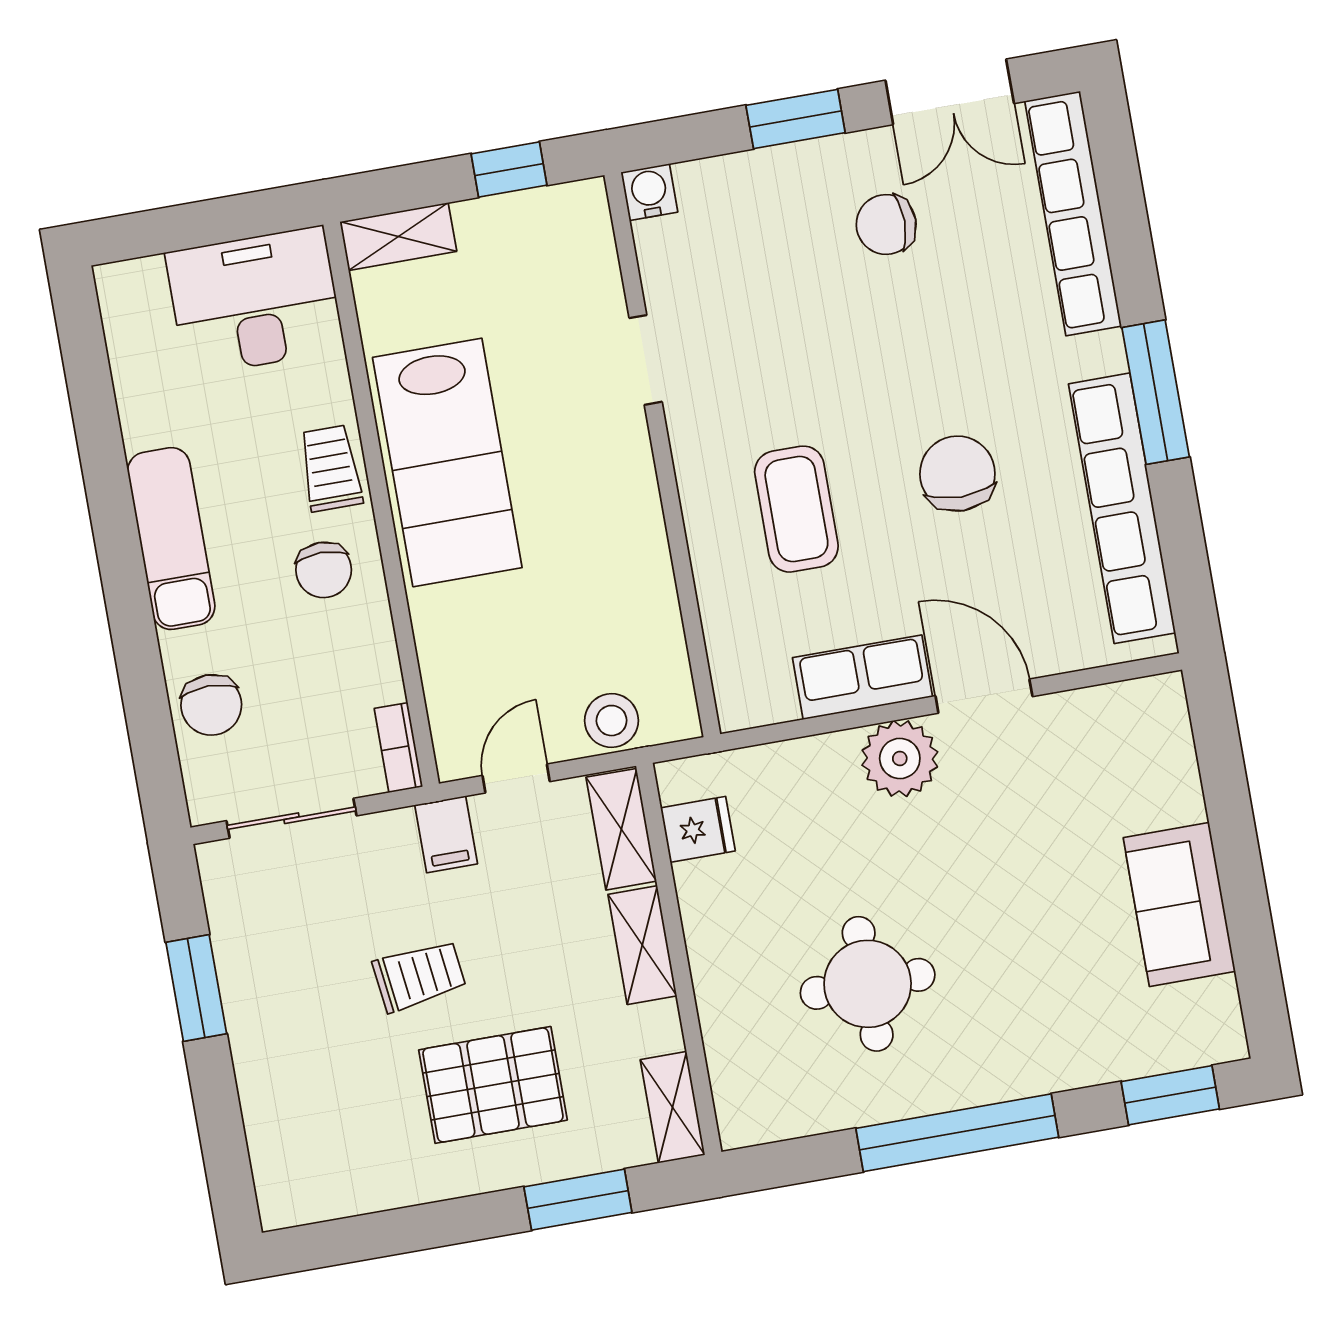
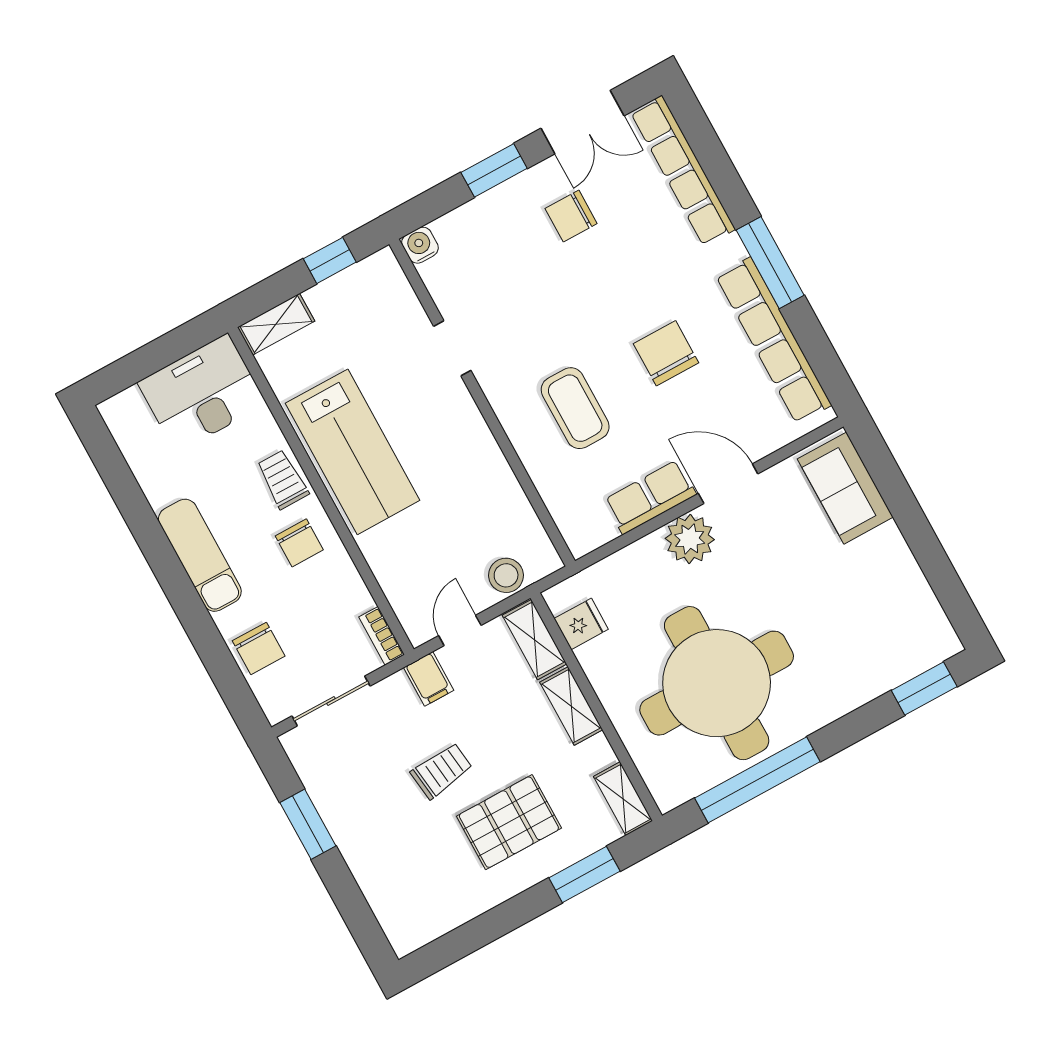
sofa: (1179, 904) -> (845, 488), moved
round table: (868, 984) -> (717, 683), width x1.86, depth x1.86
window: (957, 1133) -> (757, 780), moved

